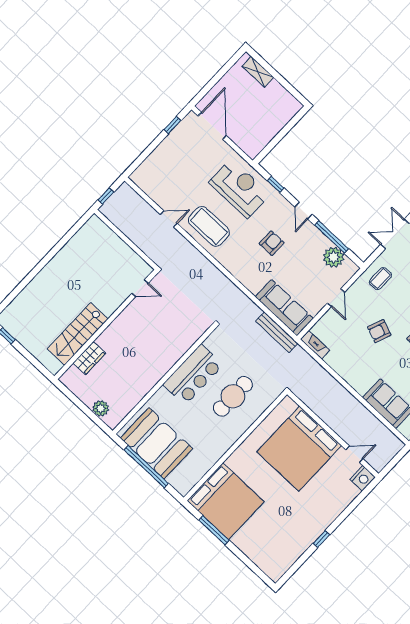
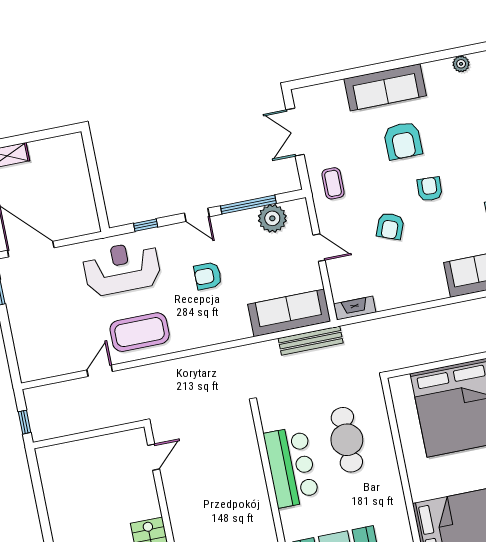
armchair: (272, 243) -> (208, 276), turned -90

